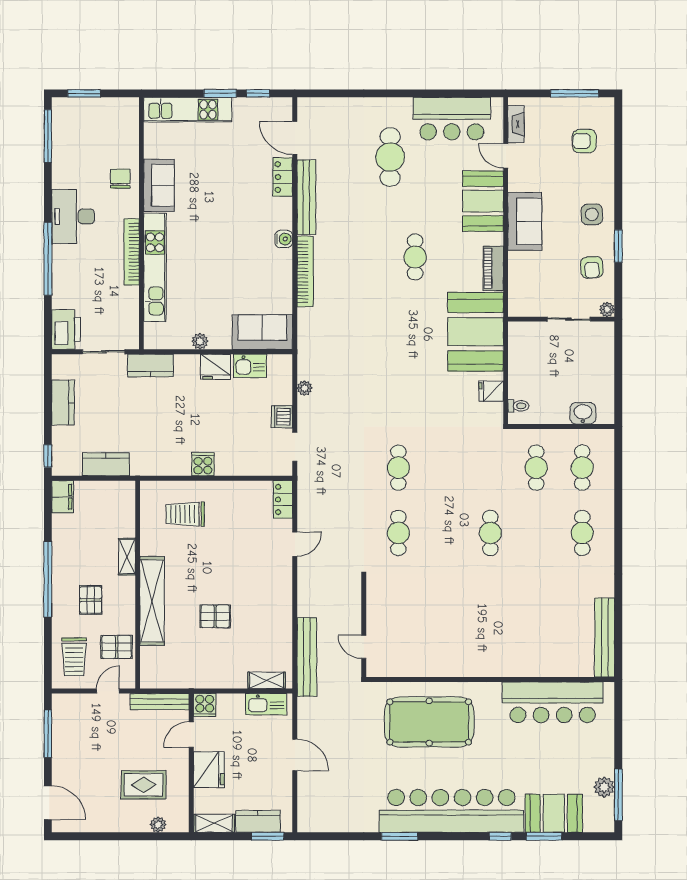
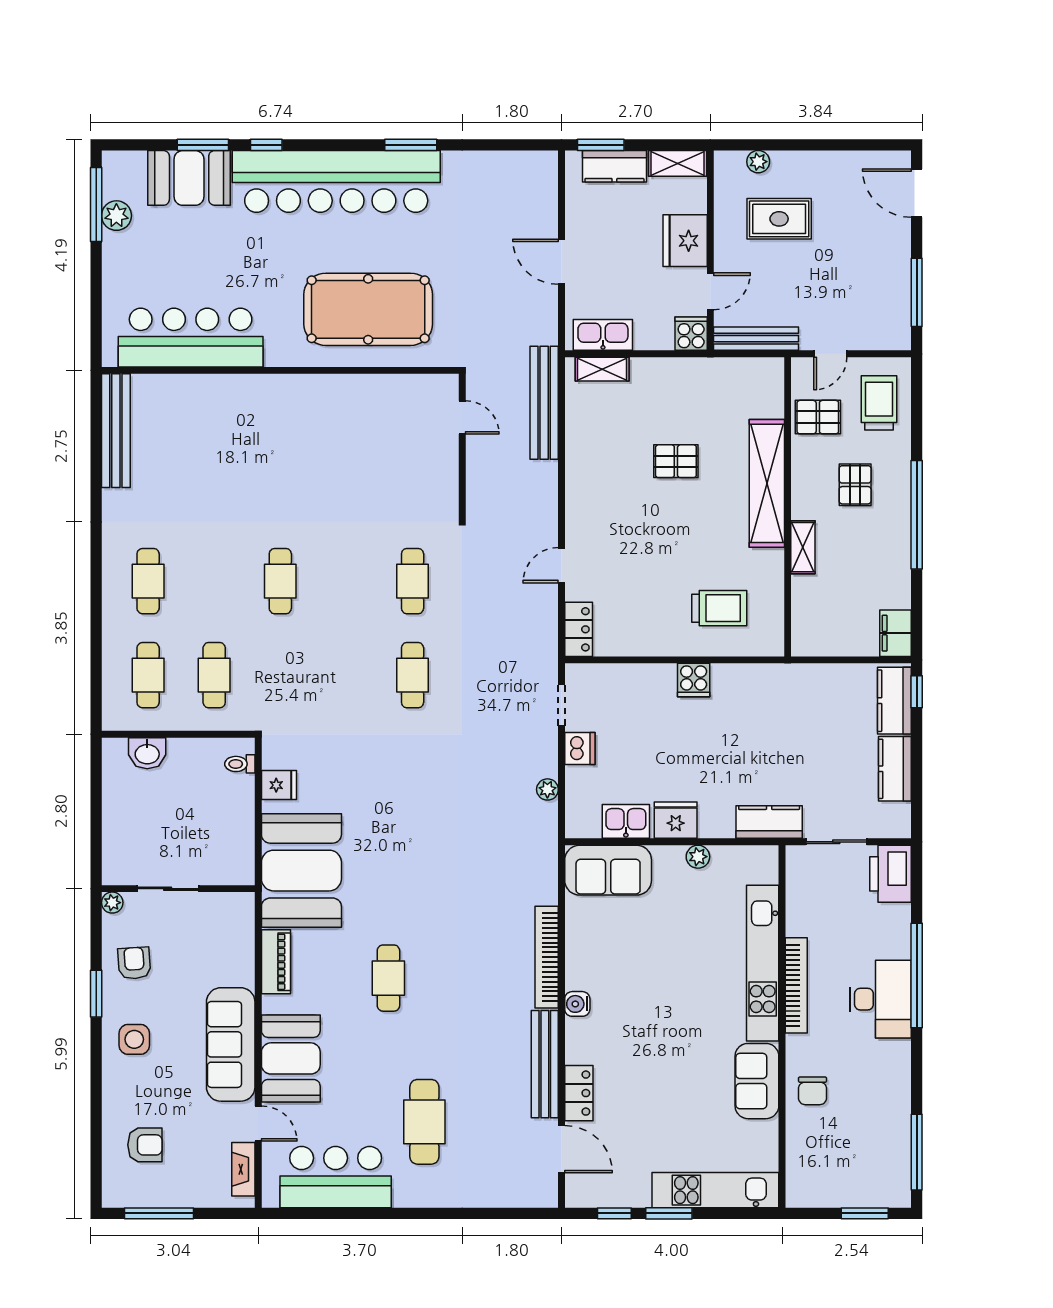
desk: (73, 217) -> (880, 999), moved
sofa: (525, 221) -> (231, 1044), width x1.36
kitchen counter: (106, 464) -> (894, 701), moved, turned 90

